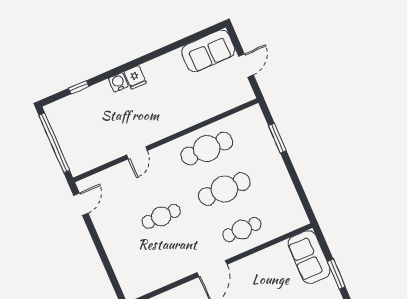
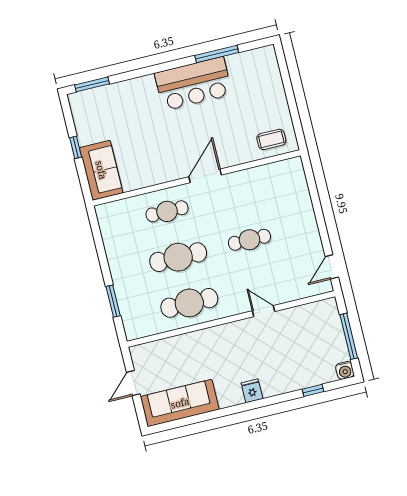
sofa: (208, 51) -> (180, 403), width x1.36
water cooler: (118, 82) -> (345, 370), moved
window: (54, 143) -> (349, 336), width x0.68
door: (137, 153) -> (264, 311), hinge flipped
window: (336, 274) -> (76, 147), width x0.67

